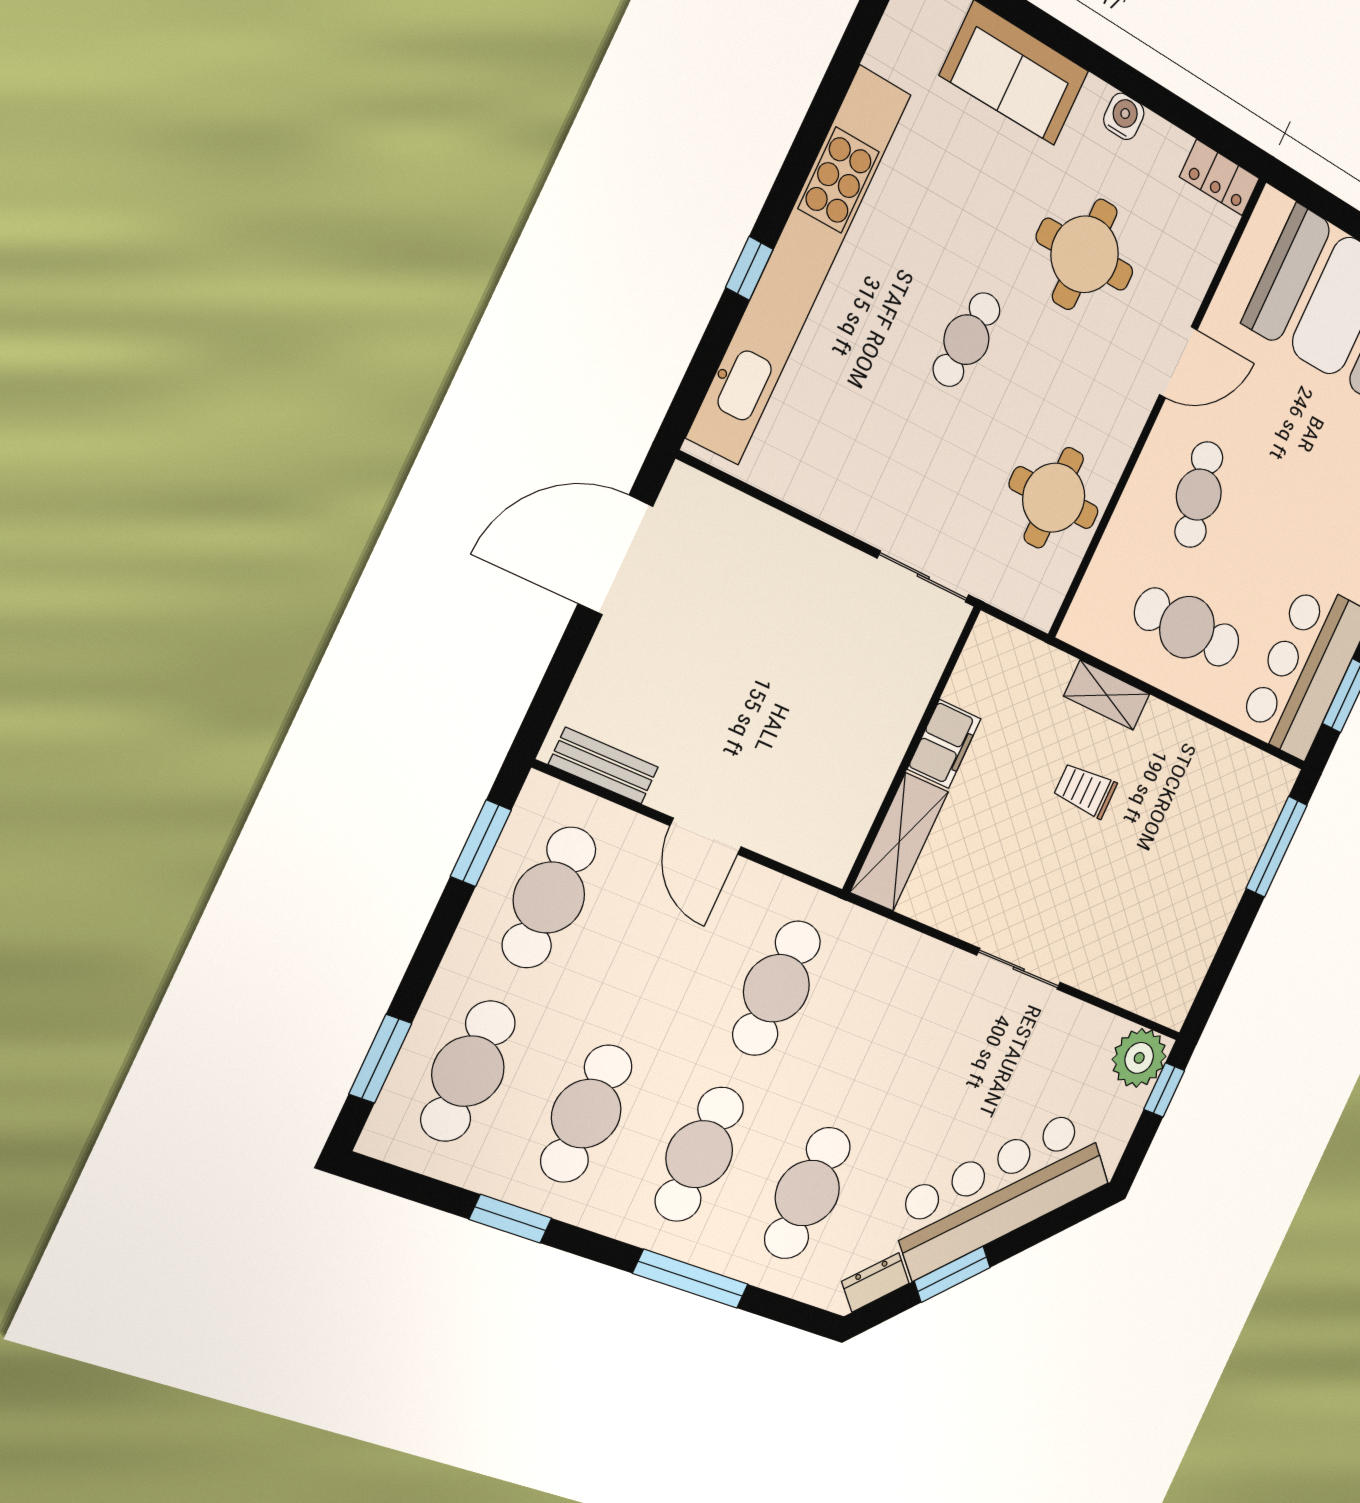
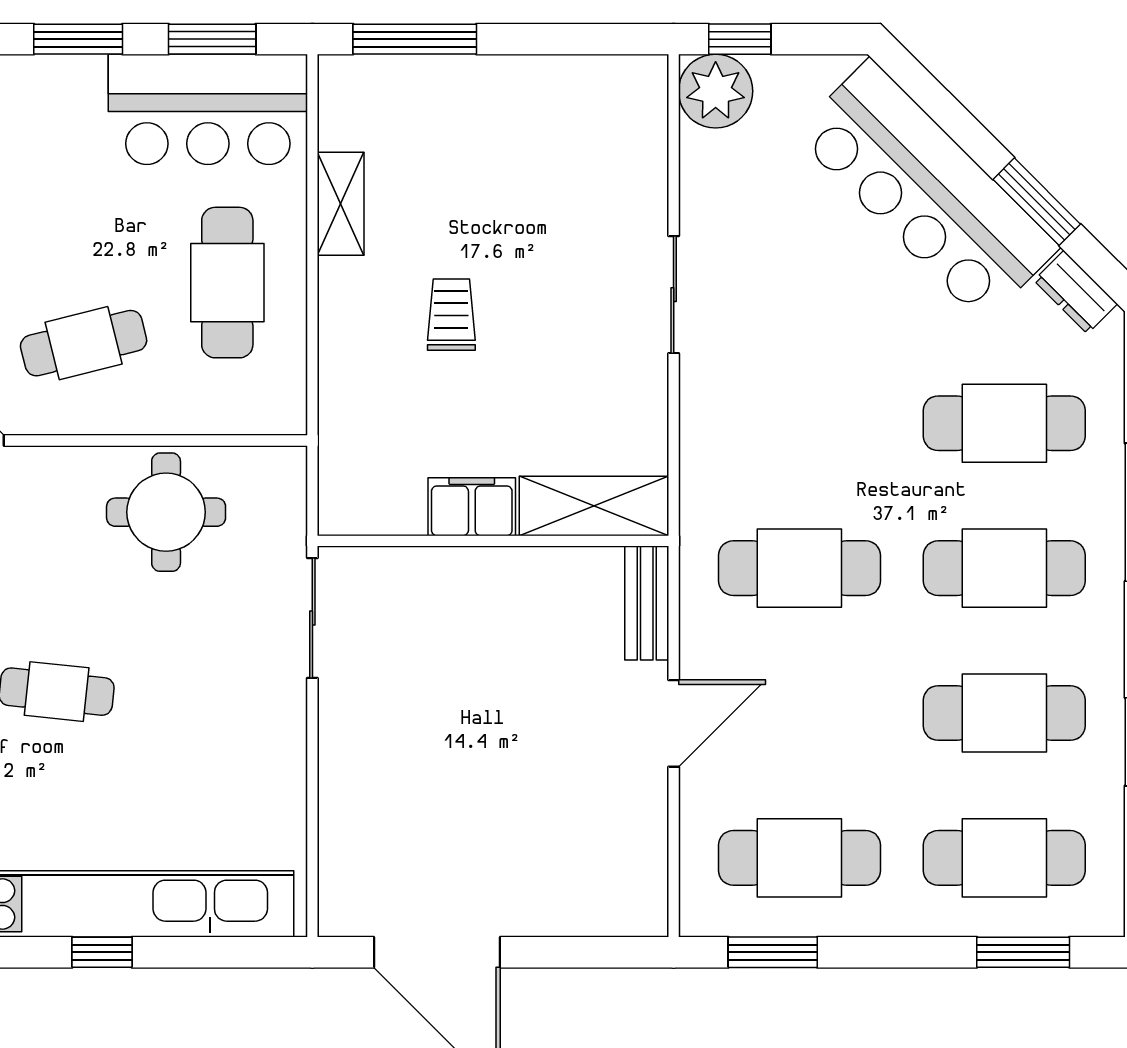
shelving: (1107, 695) -> (341, 204), moved
bench: (604, 766) -> (647, 603), moved
trolley: (1085, 790) -> (451, 315), turned 180

